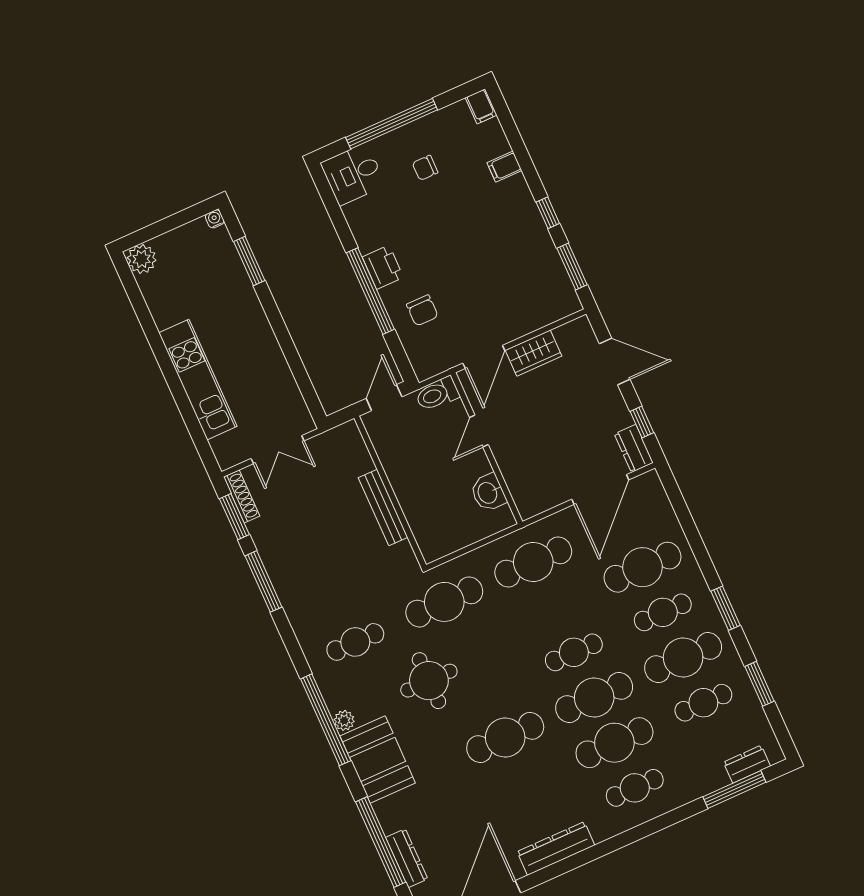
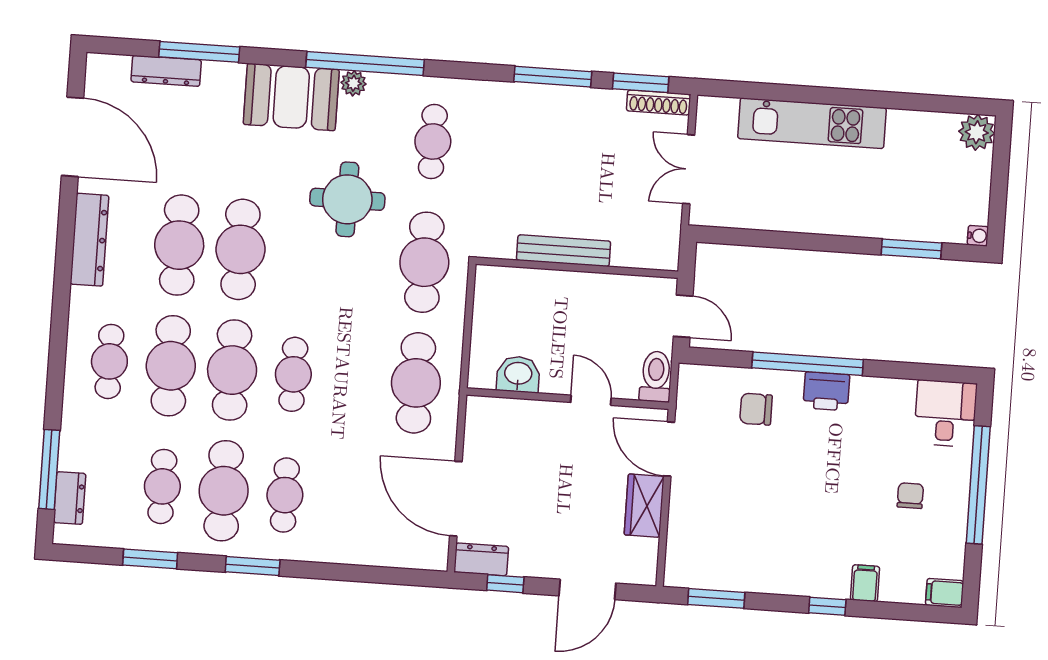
window: (548, 213) -> (827, 606), moved
cafe table: (642, 567) -> (179, 245), moved
window: (381, 842) -> (199, 52), width x0.68

